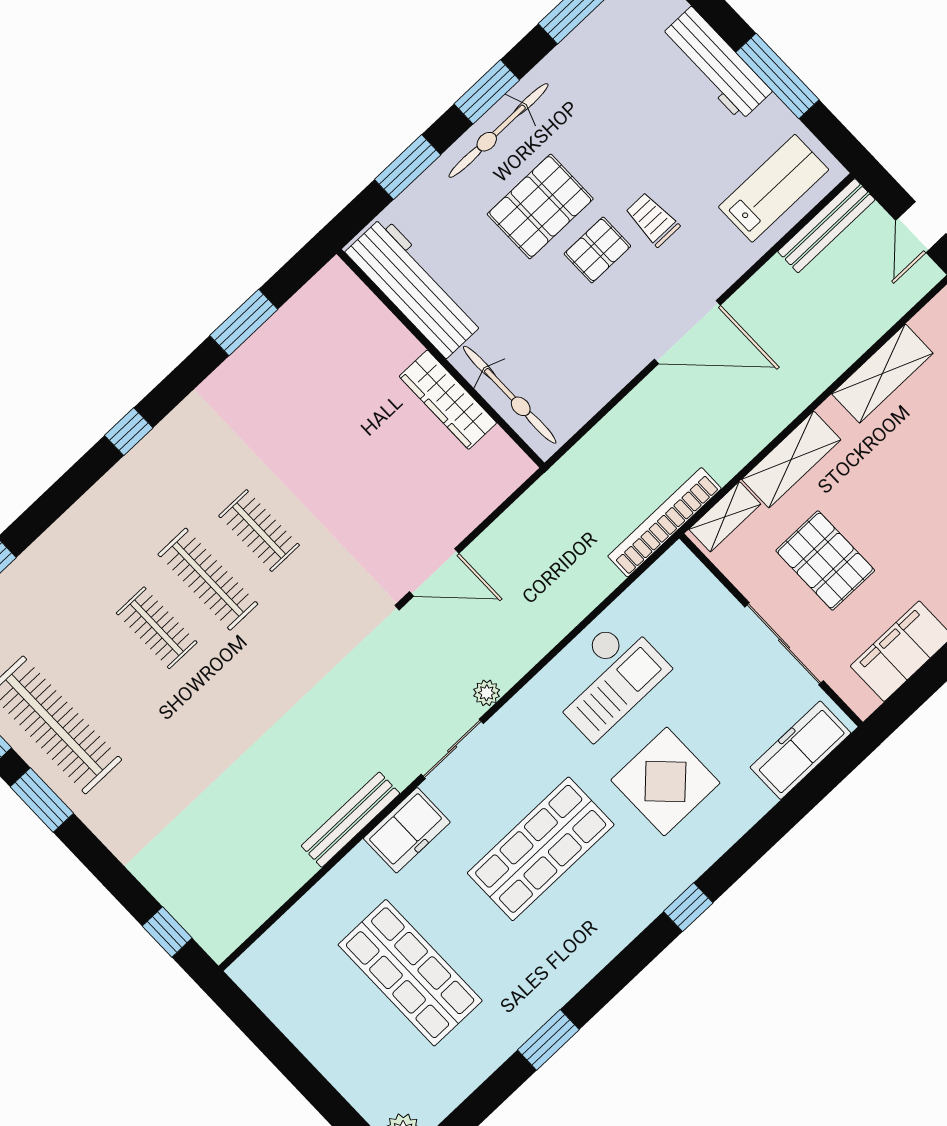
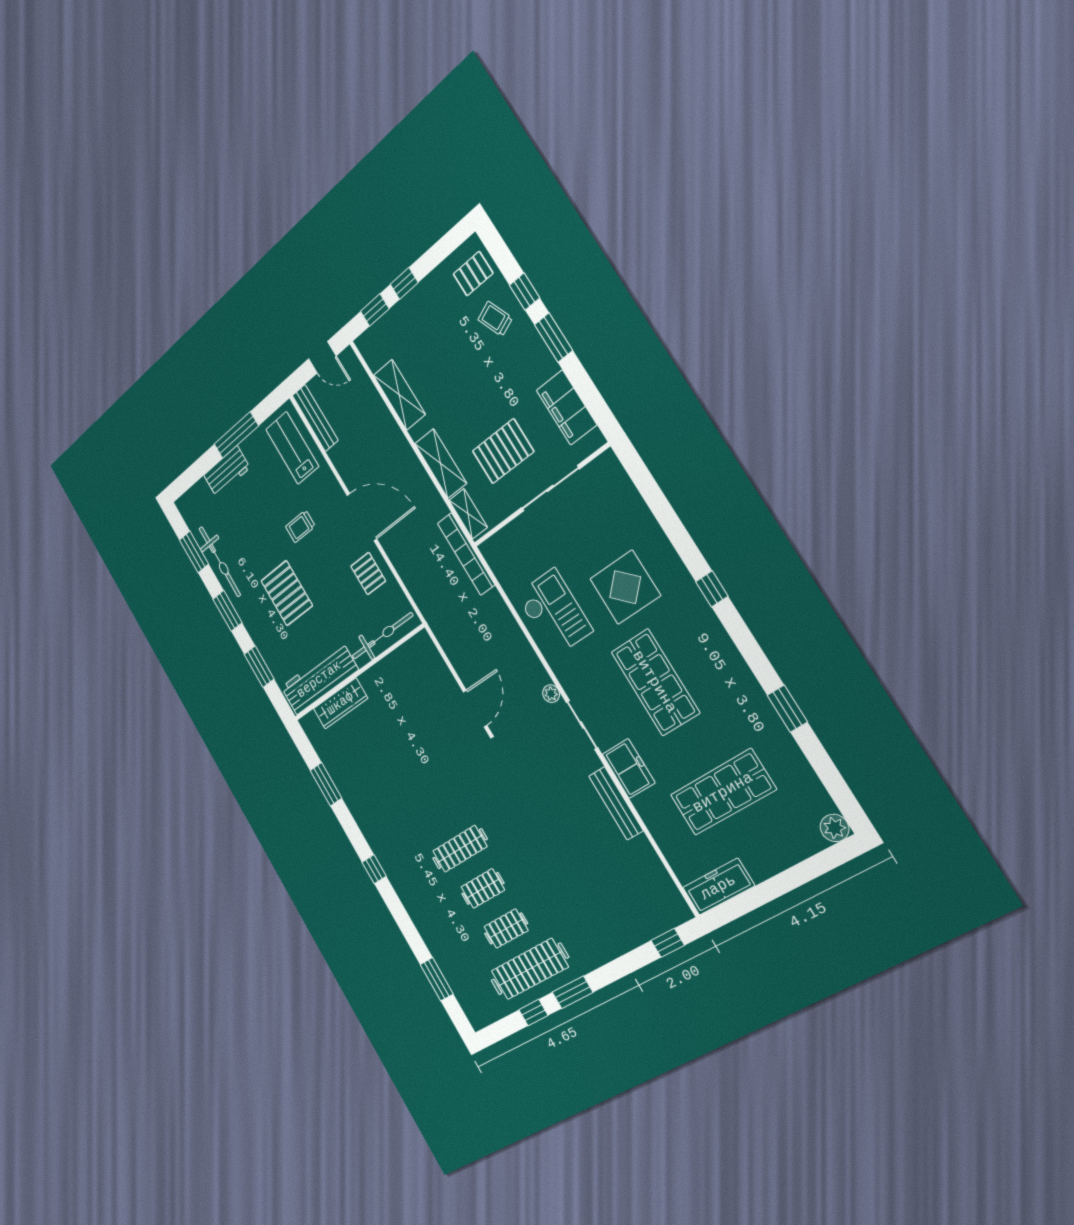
workbench: (716, 64) -> (227, 471), width x0.73
bicycle: (498, 130) -> (220, 562), moved
pallet: (597, 250) -> (368, 574), moved
door: (687, 332) -> (362, 517), hinge flipped
wardrobe: (448, 400) -> (340, 703), moved
clothes rail: (259, 531) -> (506, 929), moved
freezer: (800, 750) -> (718, 887), moved, turned 90

